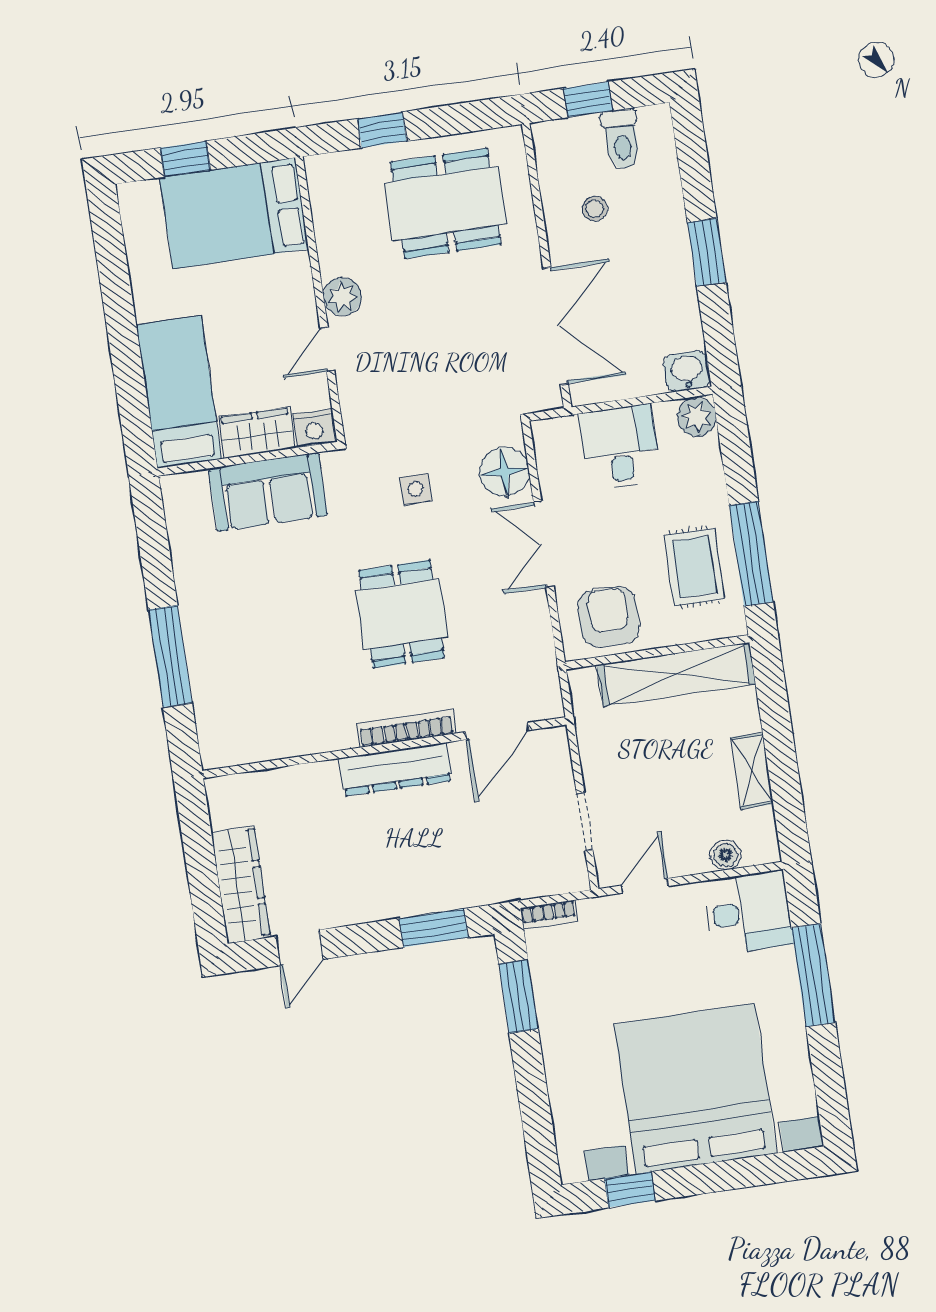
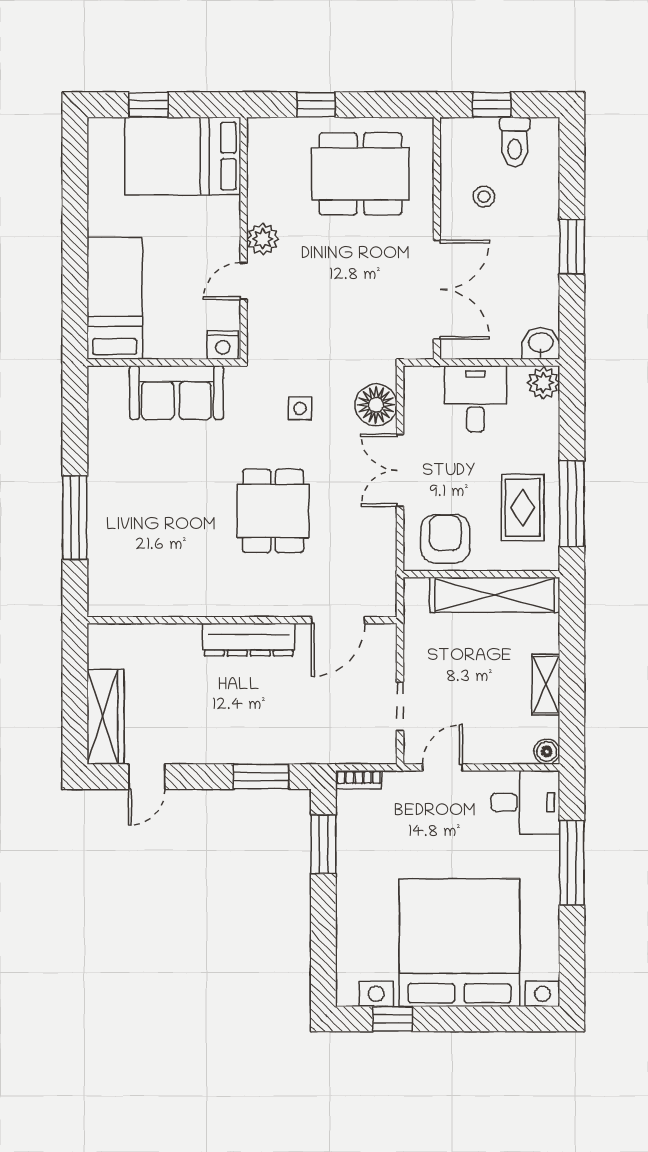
wardrobe: (257, 433) -> (175, 342), removed
bookcase: (406, 728) -> (263, 607), removed
boiler: (726, 855) -> (547, 752), moved

